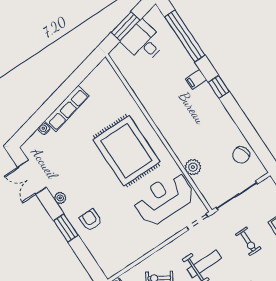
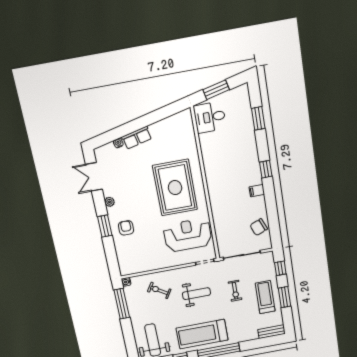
window: (185, 36) -> (258, 118), width x0.47
desk: (143, 42) -> (210, 117), moved, turned -77
filing cabinet: (196, 79) -> (257, 191), moved
row of seats: (67, 108) -> (137, 138), width x0.68
plant: (193, 167) -> (219, 221), removed

